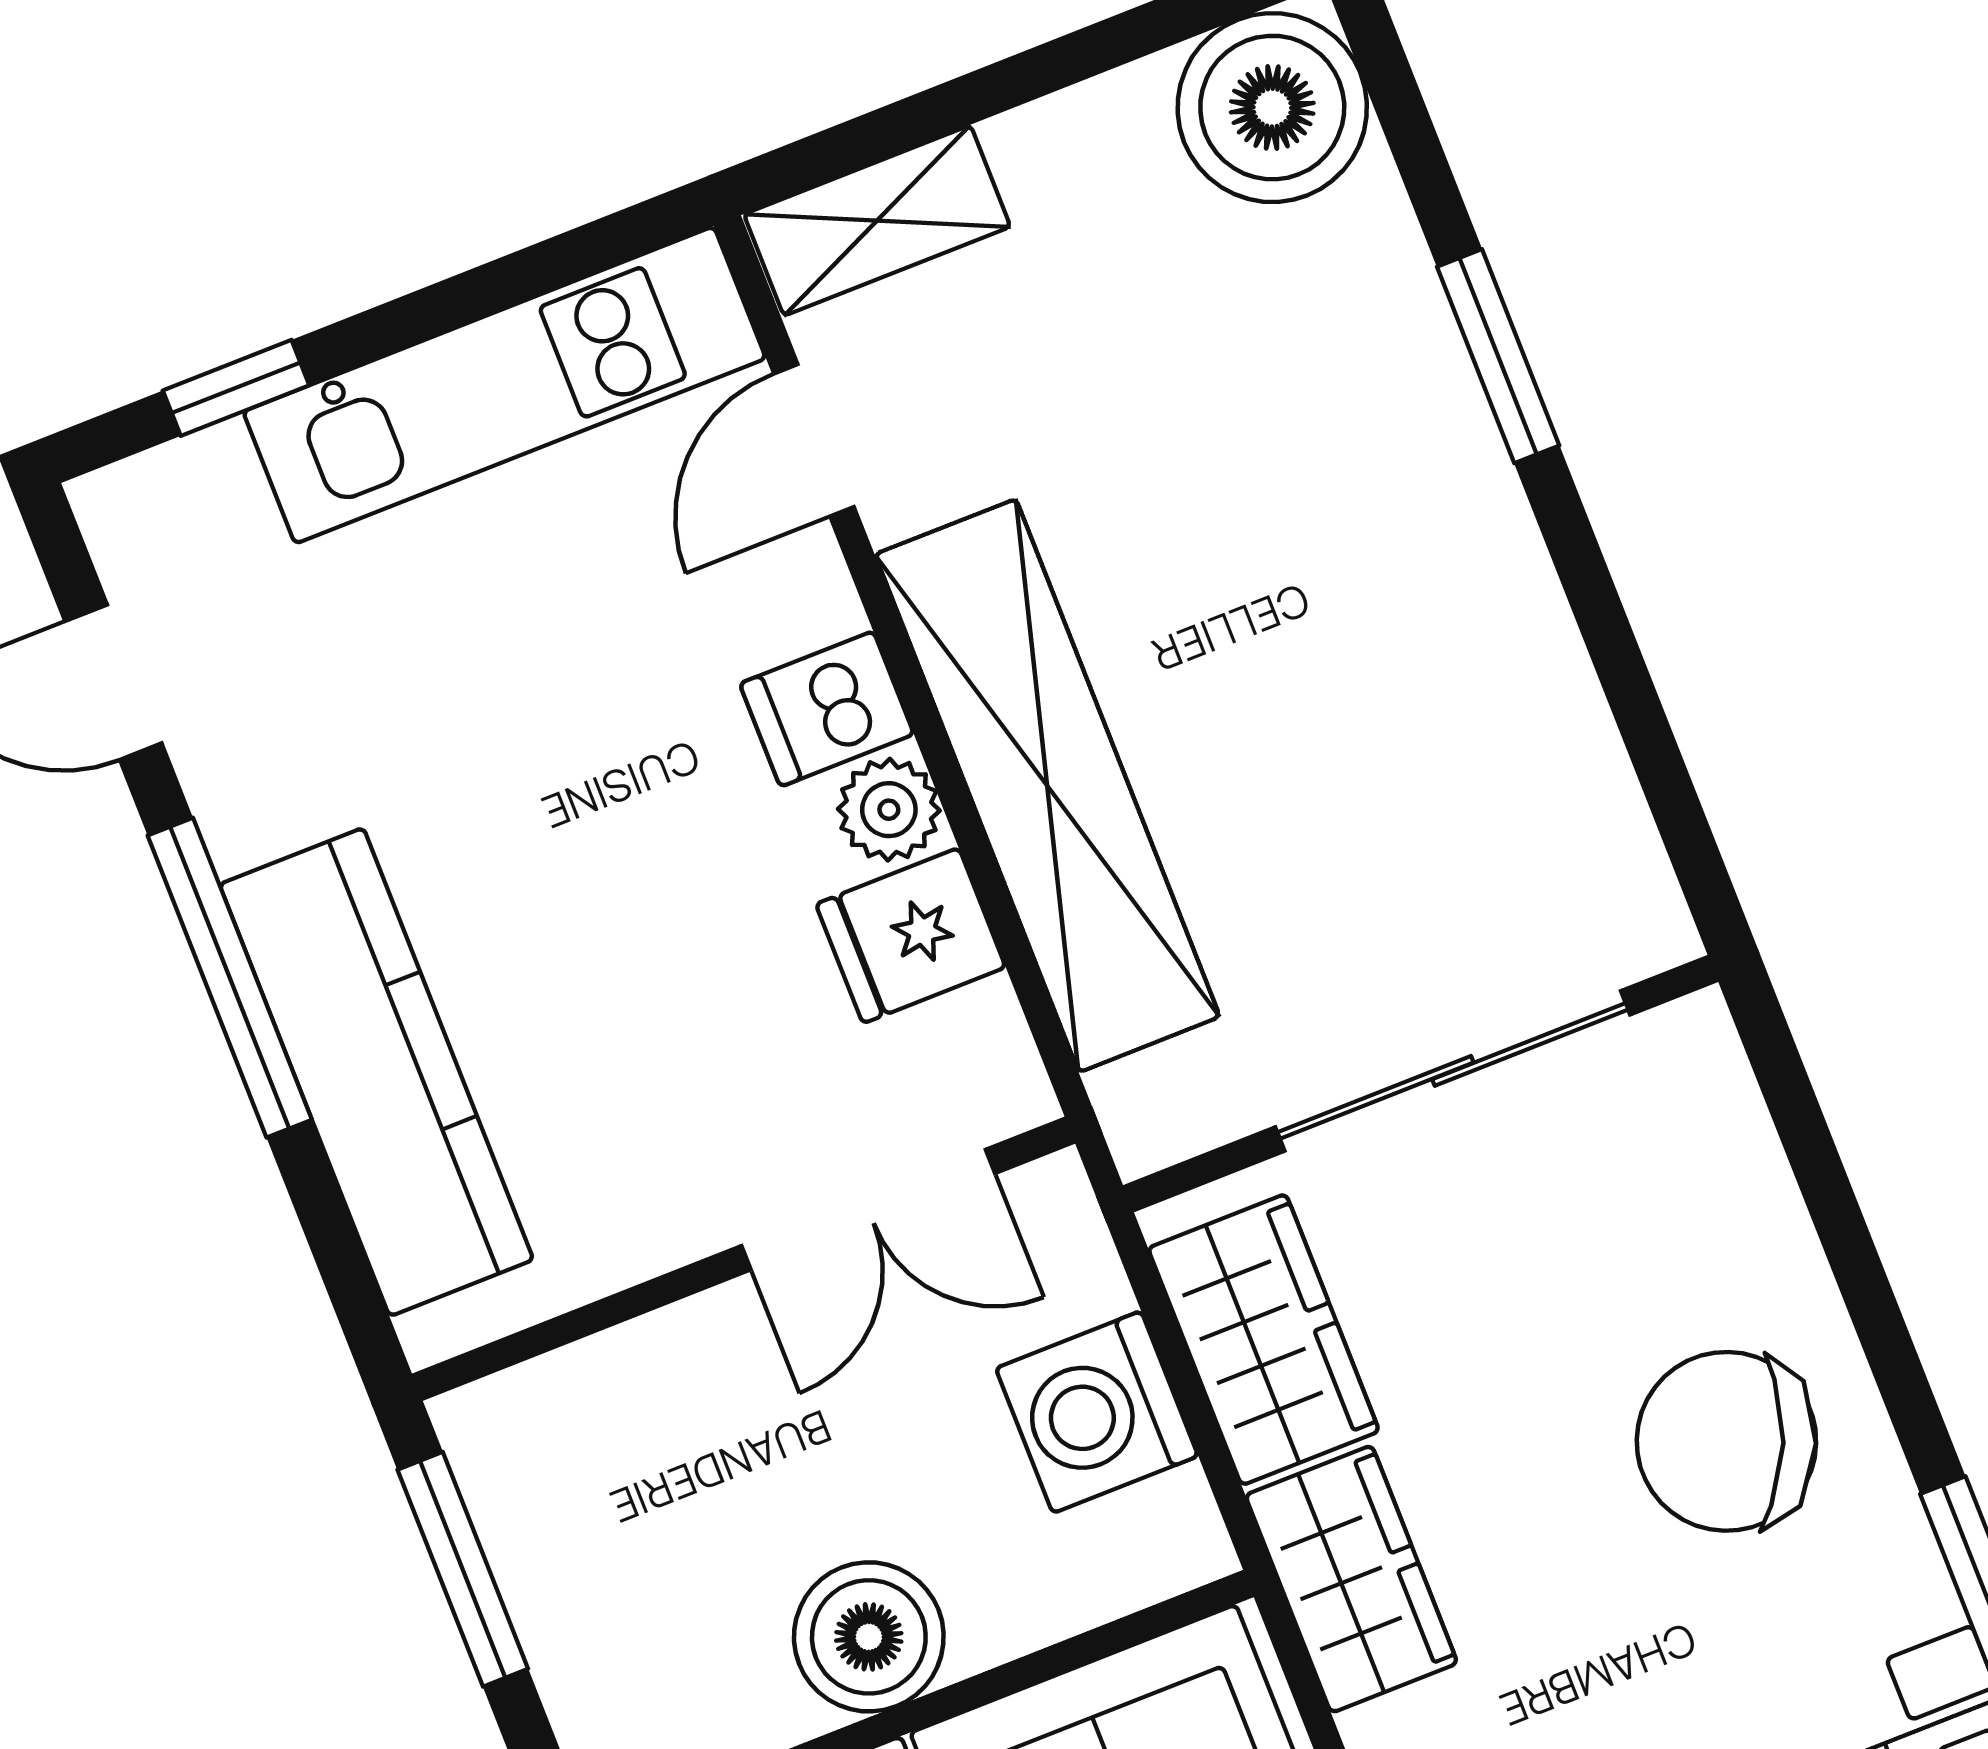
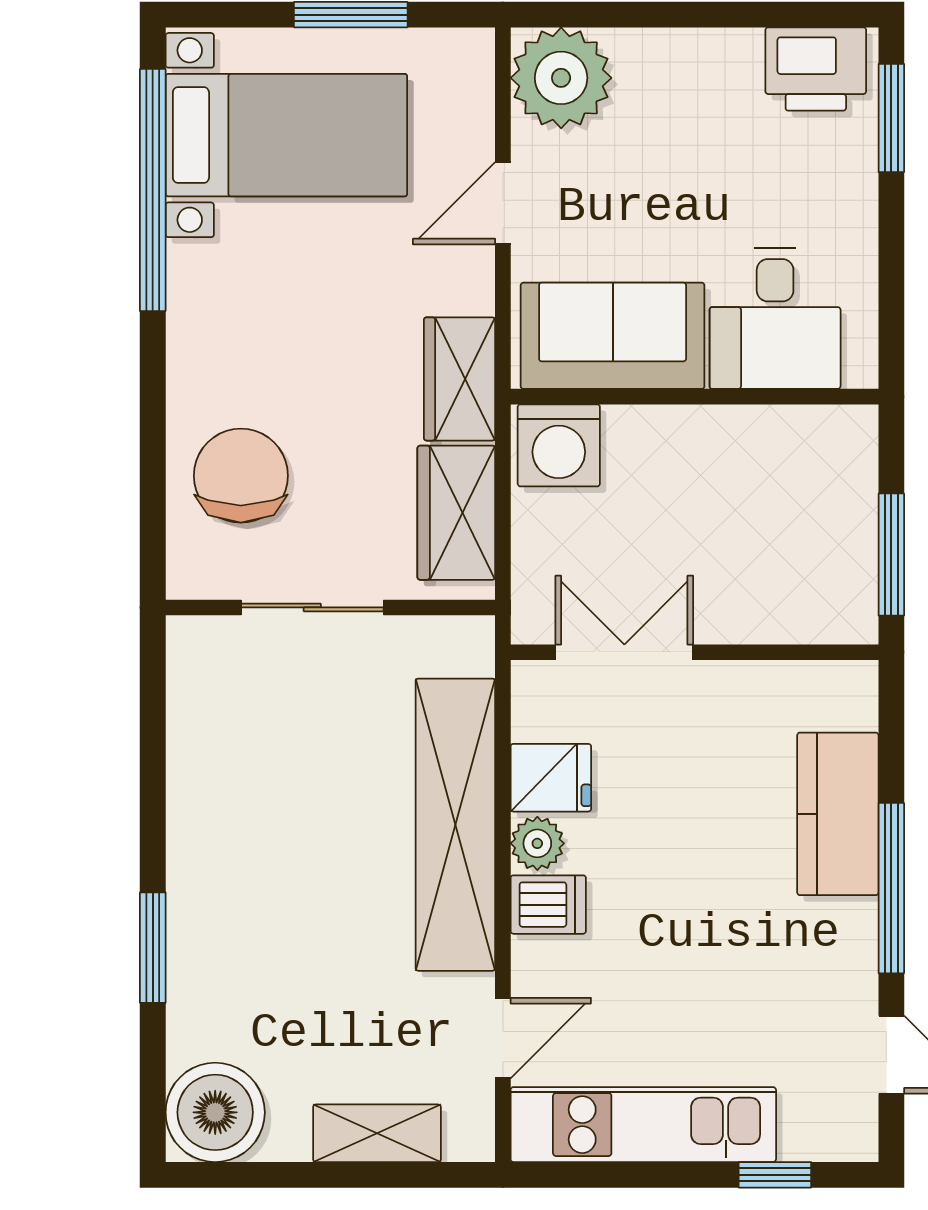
shelving: (877, 220) -> (377, 1133), moved
sliding door: (1453, 1071) -> (312, 607), width x0.73
kitchen counter: (376, 1072) -> (838, 814), width x0.67
washing machine: (1097, 1412) -> (559, 445), moved, turned 90
chair: (1726, 1441) -> (241, 476), moved, turned -113
boiler: (869, 1637) -> (706, 444), removed

